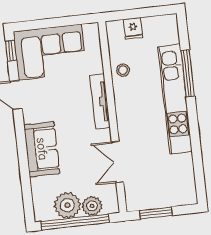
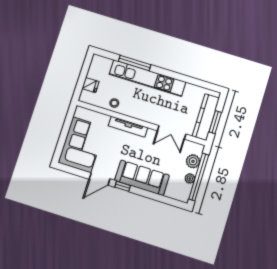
window: (11, 51) -> (123, 186), moved
sofa: (42, 149) -> (142, 178), width x1.36
kitchen counter: (157, 198) -> (206, 117), added
plant: (67, 205) -> (190, 178), width x0.53, depth x0.53

